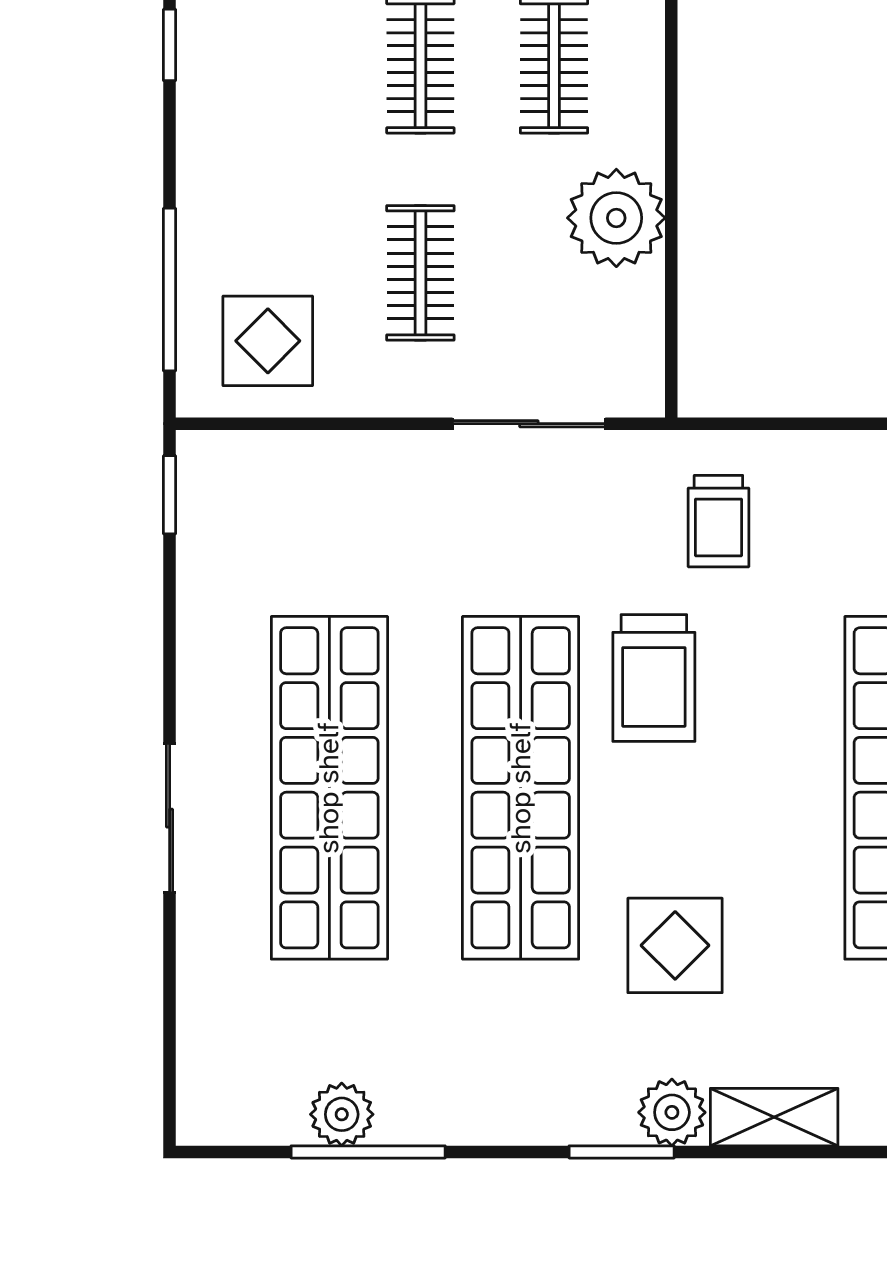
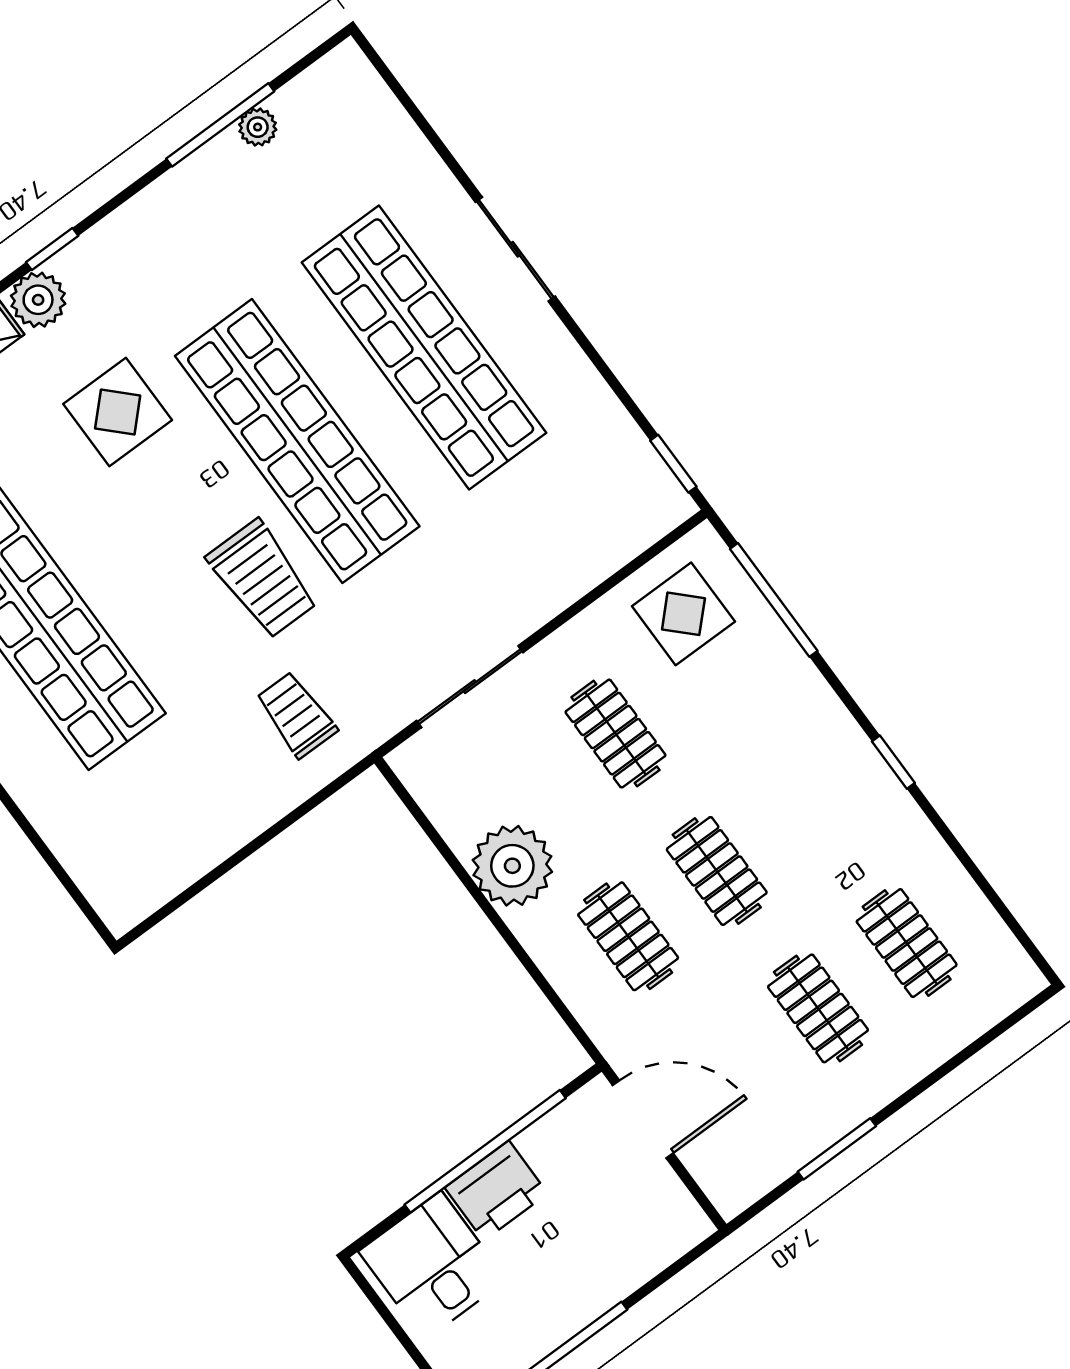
trolley: (654, 678) -> (262, 579), turned 180
plant: (342, 1114) -> (258, 127), width x0.73, depth x0.73
window: (622, 1152) -> (52, 249), width x0.67

